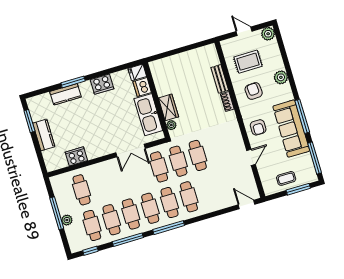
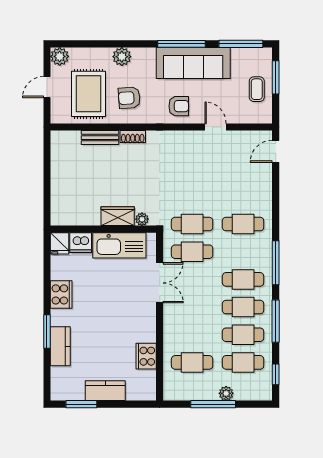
rug: (248, 62) -> (88, 94), width x1.36, depth x1.43
cafe table: (198, 155) -> (192, 196), removed
cafe table: (170, 203) -> (243, 252), removed

